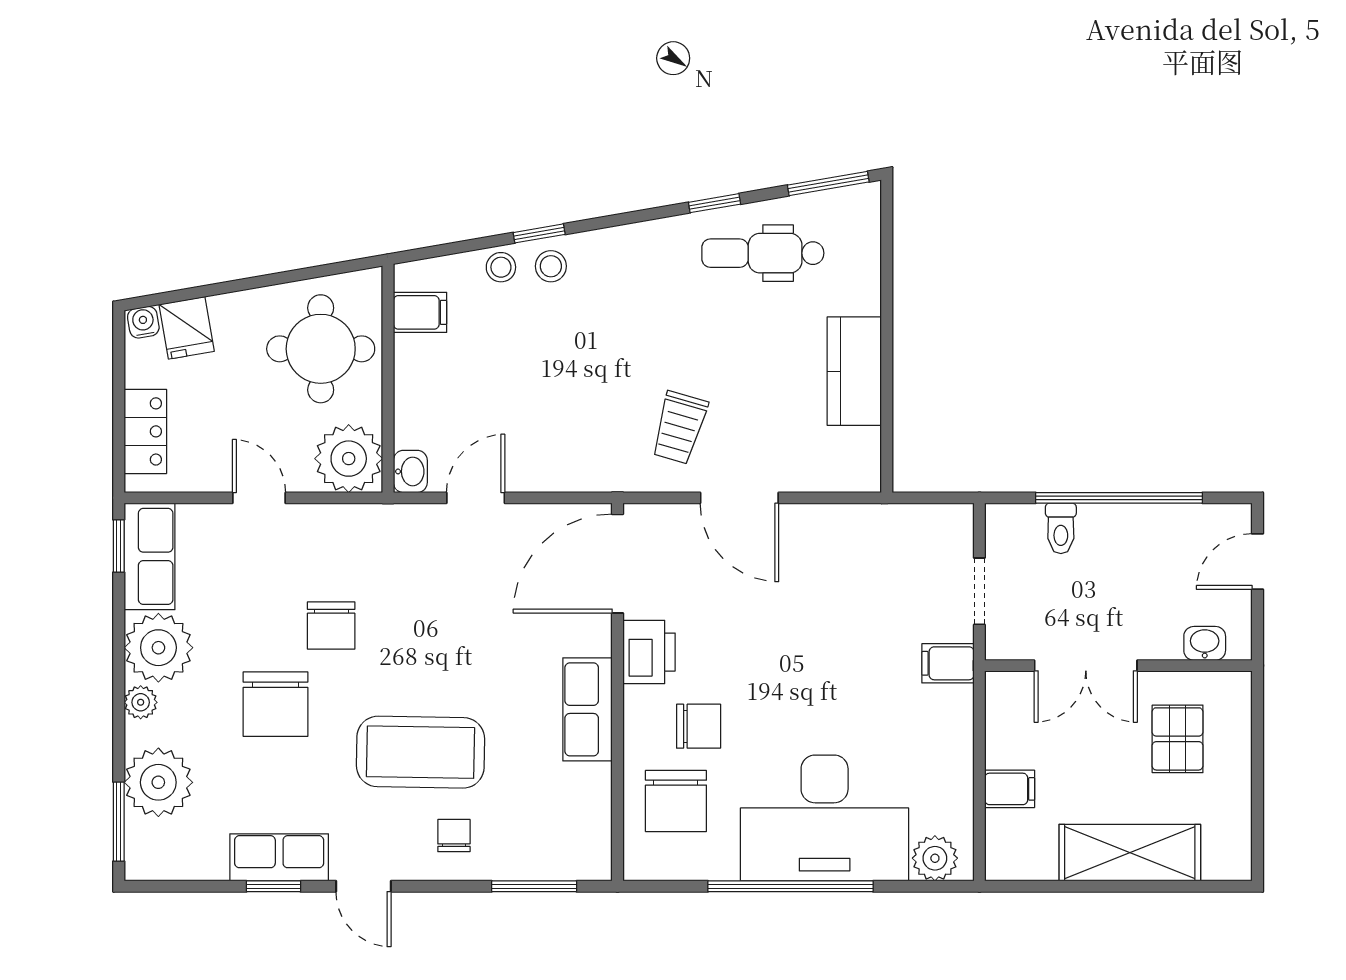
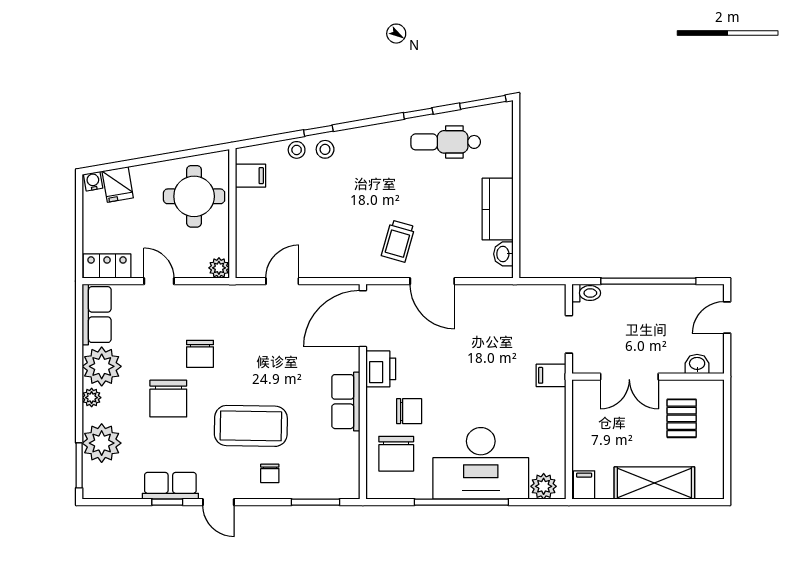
locker: (145, 431) -> (107, 266), moved, turned -90
plant: (349, 459) -> (219, 268), width x0.53, depth x0.53
washbasin: (410, 471) -> (503, 254), moved, turned 180
toilet: (1061, 528) -> (586, 293), moved, turned -90
window: (119, 546) -> (79, 309), removed
filing cabinet: (1010, 789) -> (584, 485), moved, turned -90
chair: (454, 836) -> (270, 473), turned 180

